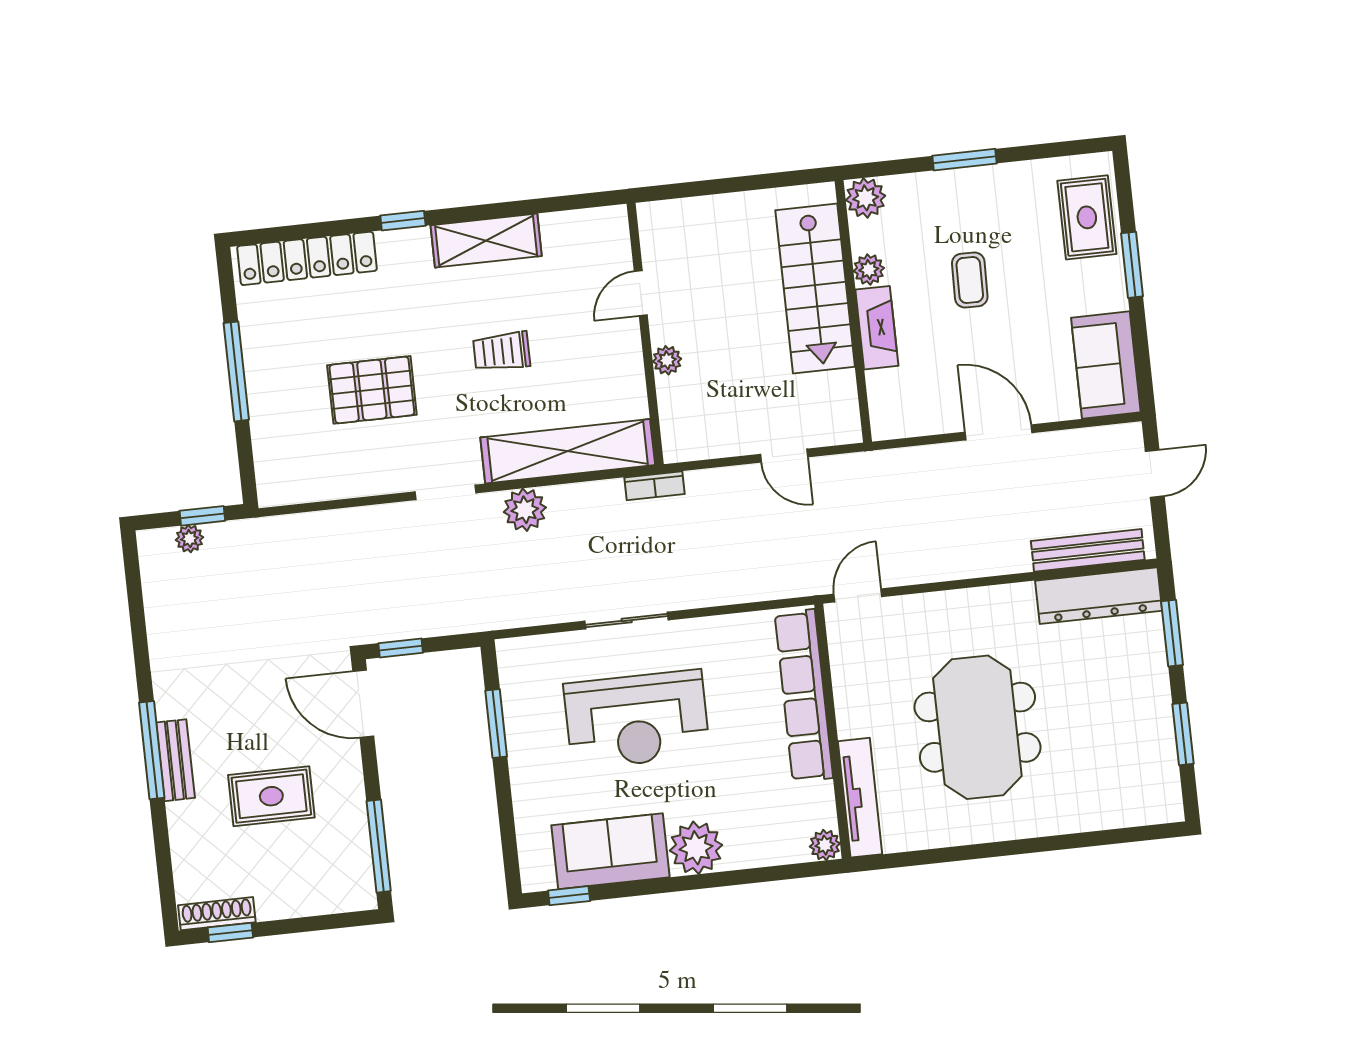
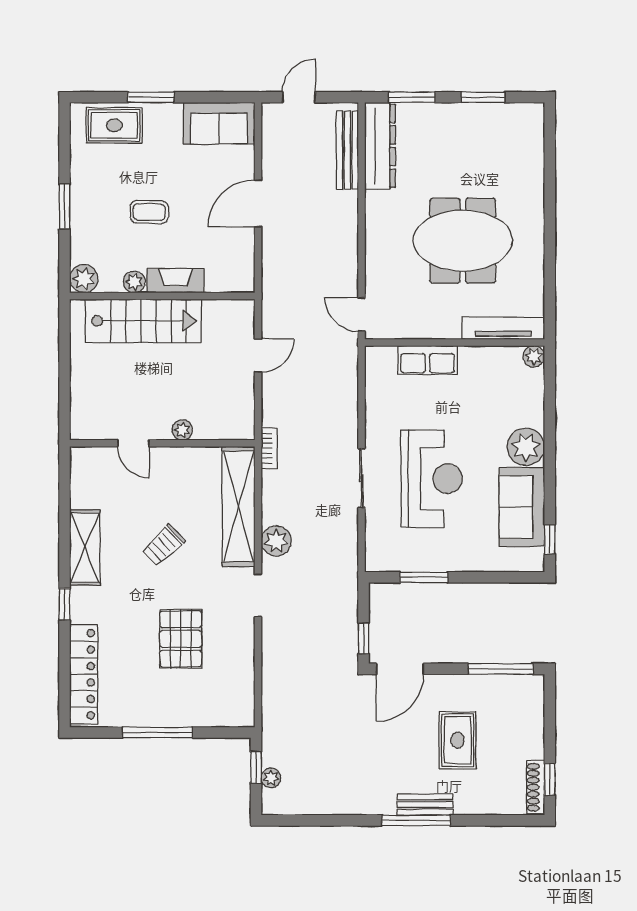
trolley: (502, 351) -> (164, 545), turned 46
door: (1155, 474) -> (299, 97), hinge flipped
row of seats: (804, 696) -> (428, 360), width x0.50

